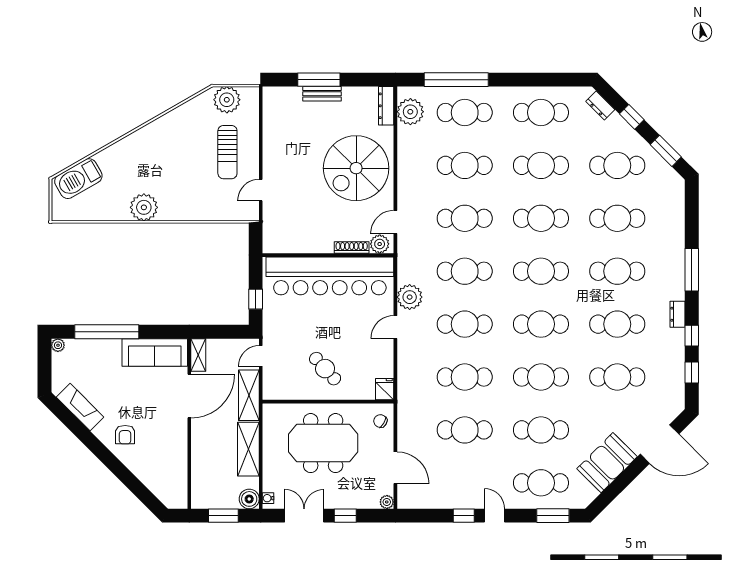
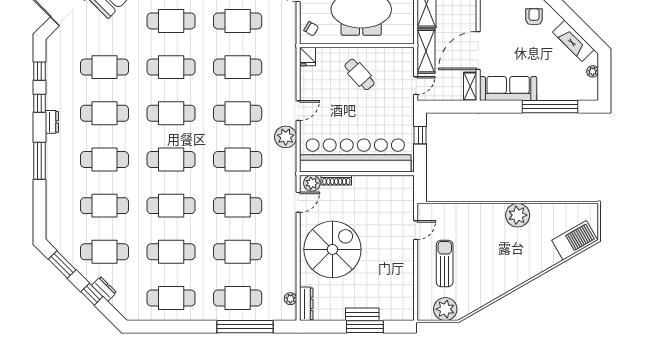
dresser: (600, 105) -> (104, 289), moved
plant: (410, 112) -> (290, 299), width x0.53, depth x0.53
plant: (58, 345) -> (593, 71), moved

